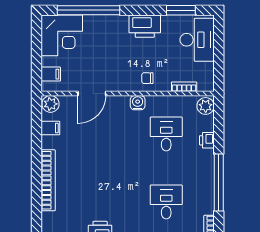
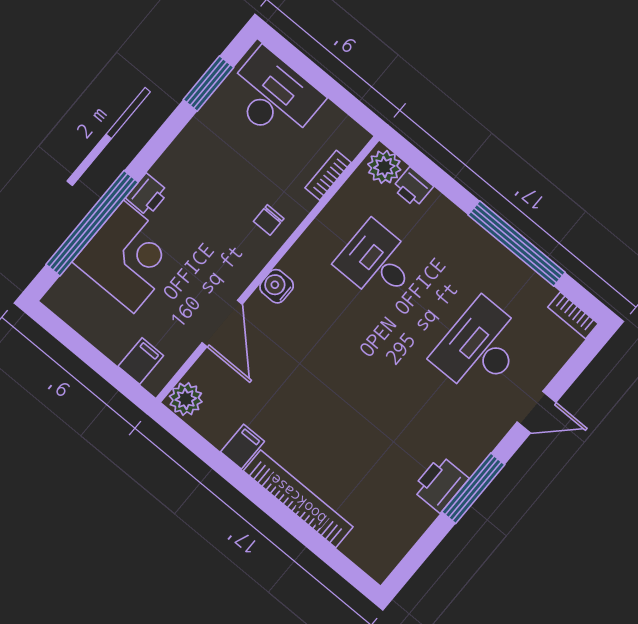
printer: (145, 26) -> (147, 195), moved, width x0.53, depth x0.68
corner desk: (62, 35) -> (129, 257), moved
water cooler: (138, 103) -> (277, 286), moved
filing cabinet: (50, 128) -> (242, 447), moved
printer: (207, 140) -> (413, 187), moved
desk: (166, 202) -> (480, 347), width x1.37

